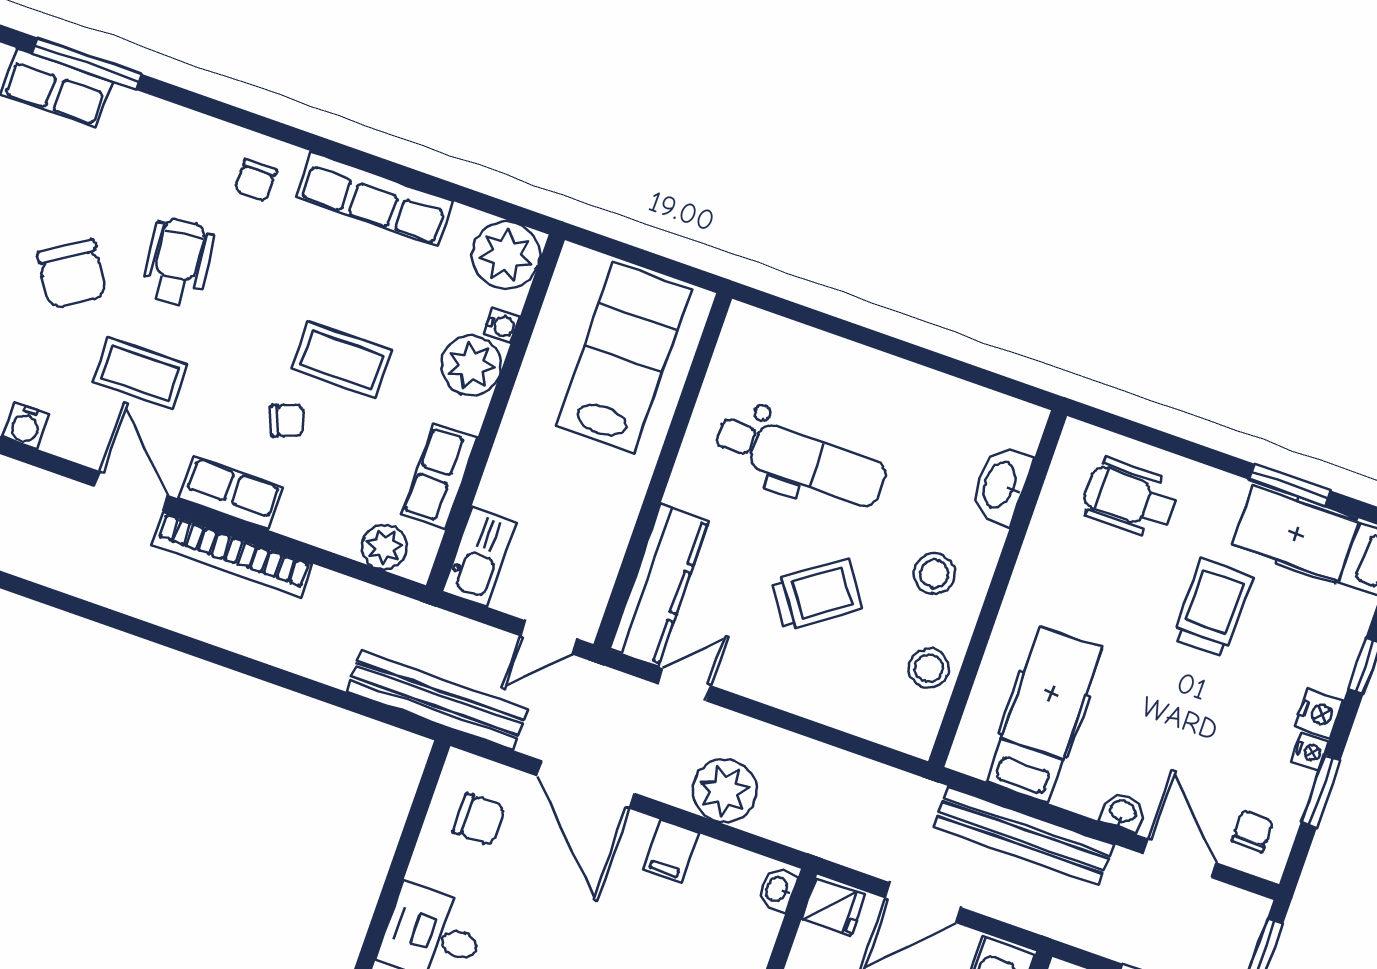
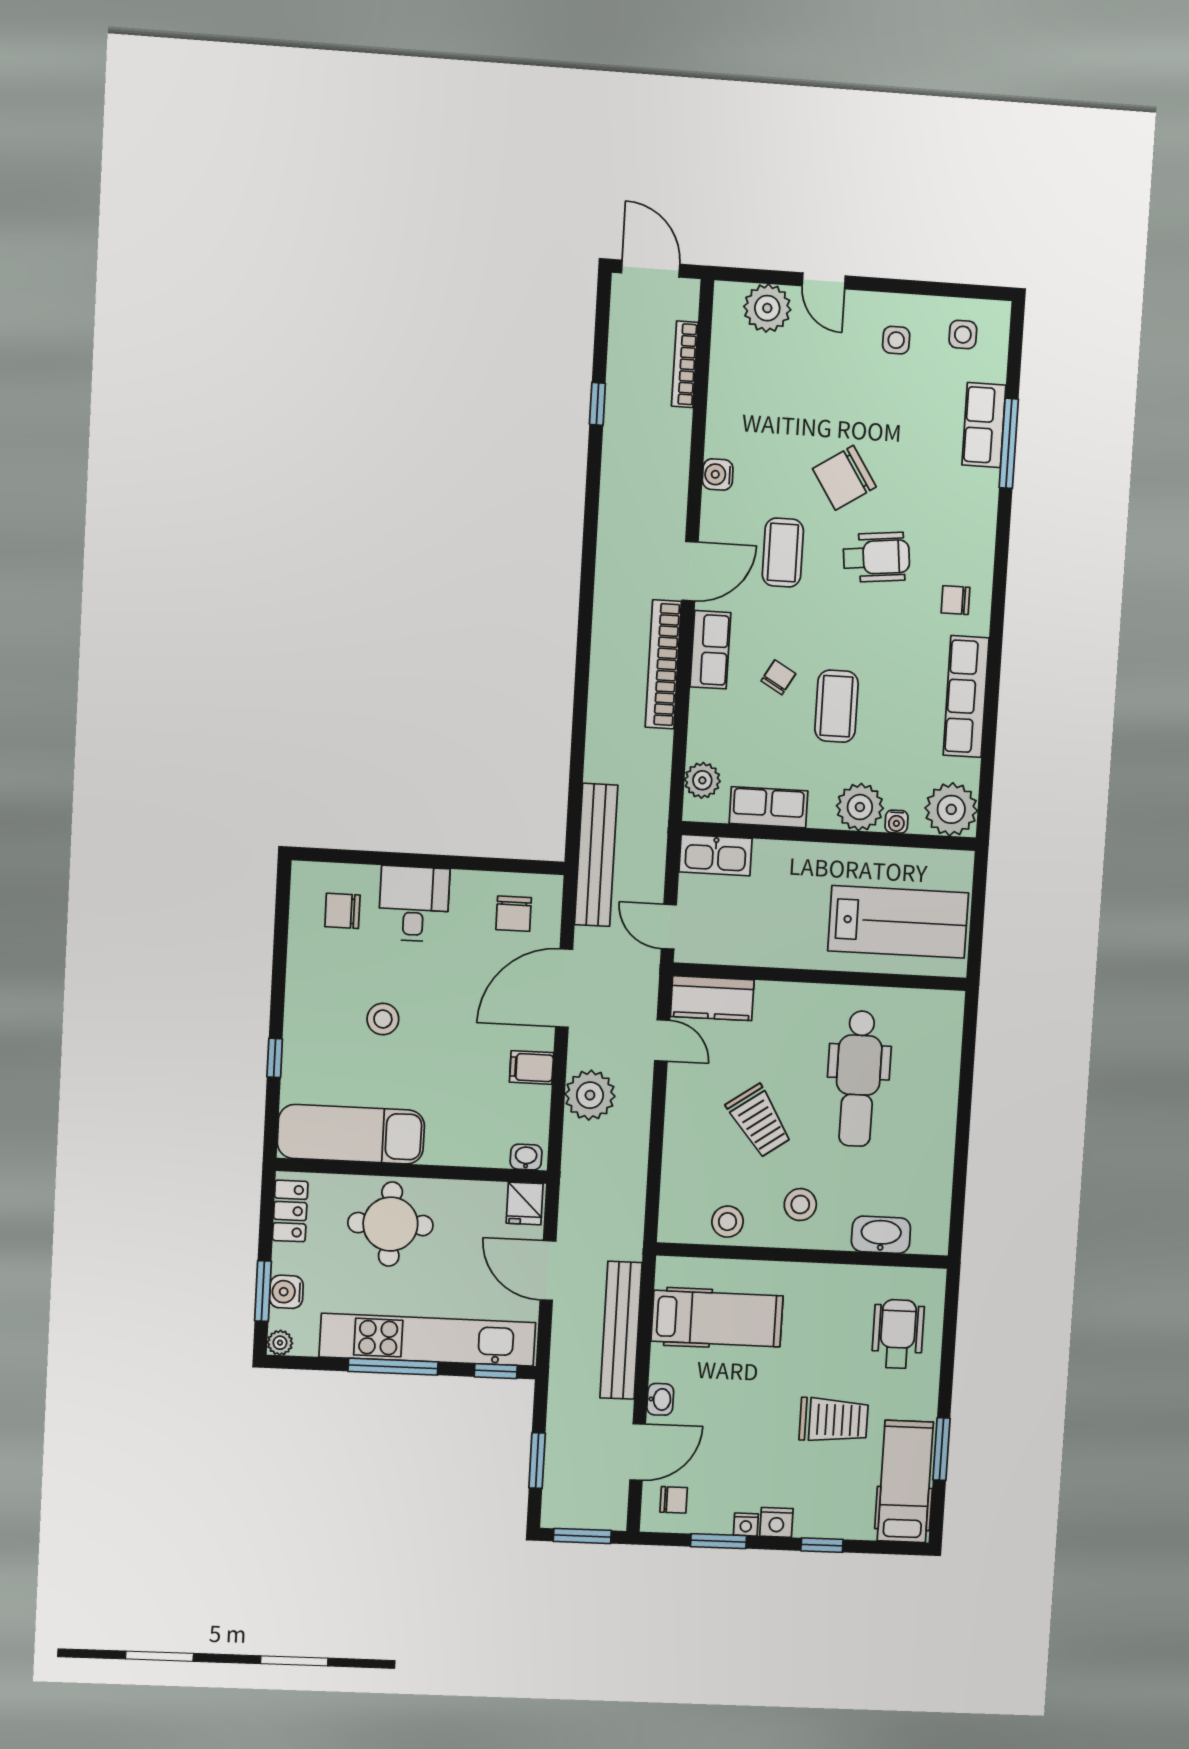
chair: (287, 420) -> (778, 677), turned -130
kitchen counter: (659, 585) -> (712, 998), width x0.67

